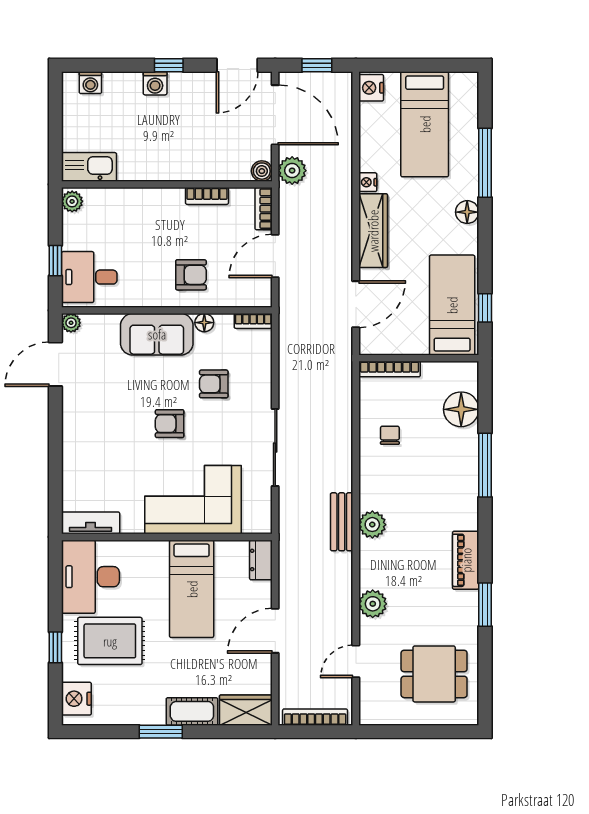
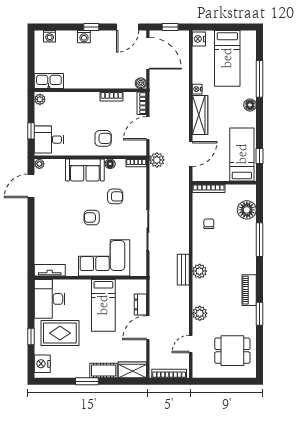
plant: (292, 171) -> (157, 160), moved
armchair: (214, 384) -> (115, 196), turned 180
dresser: (261, 560) -> (140, 305), moved

